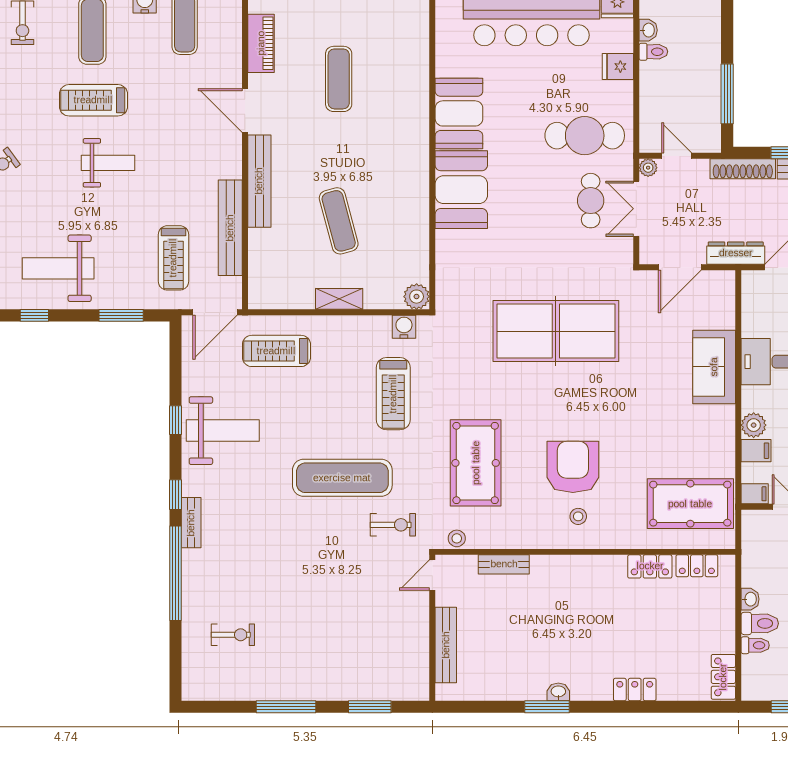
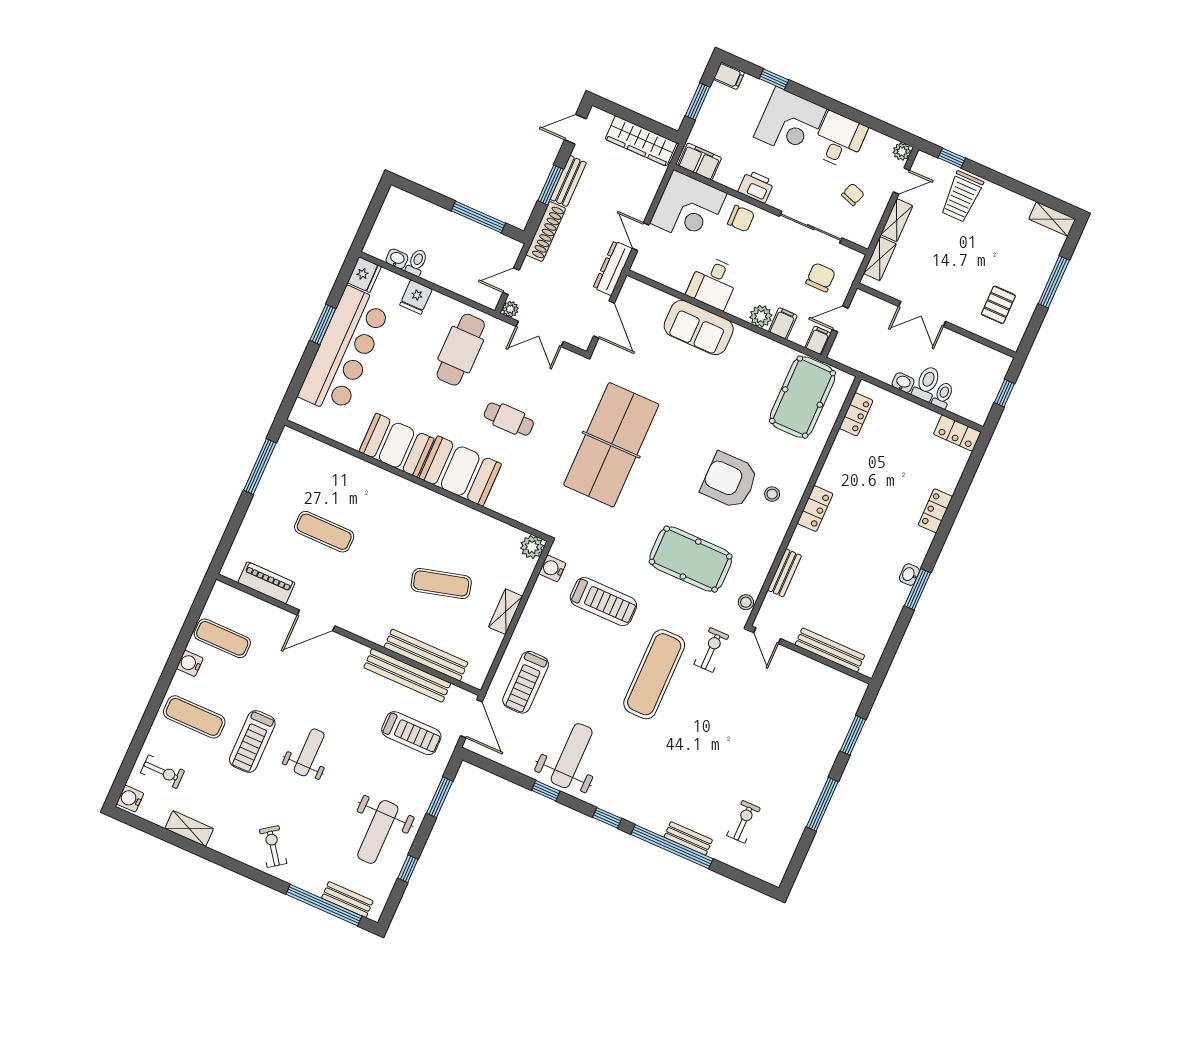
bench: (259, 181) -> (426, 655), moved
cafe table: (591, 201) -> (509, 419), moved
bench: (191, 523) -> (688, 838), moved
locker: (650, 566) -> (815, 509), moved

